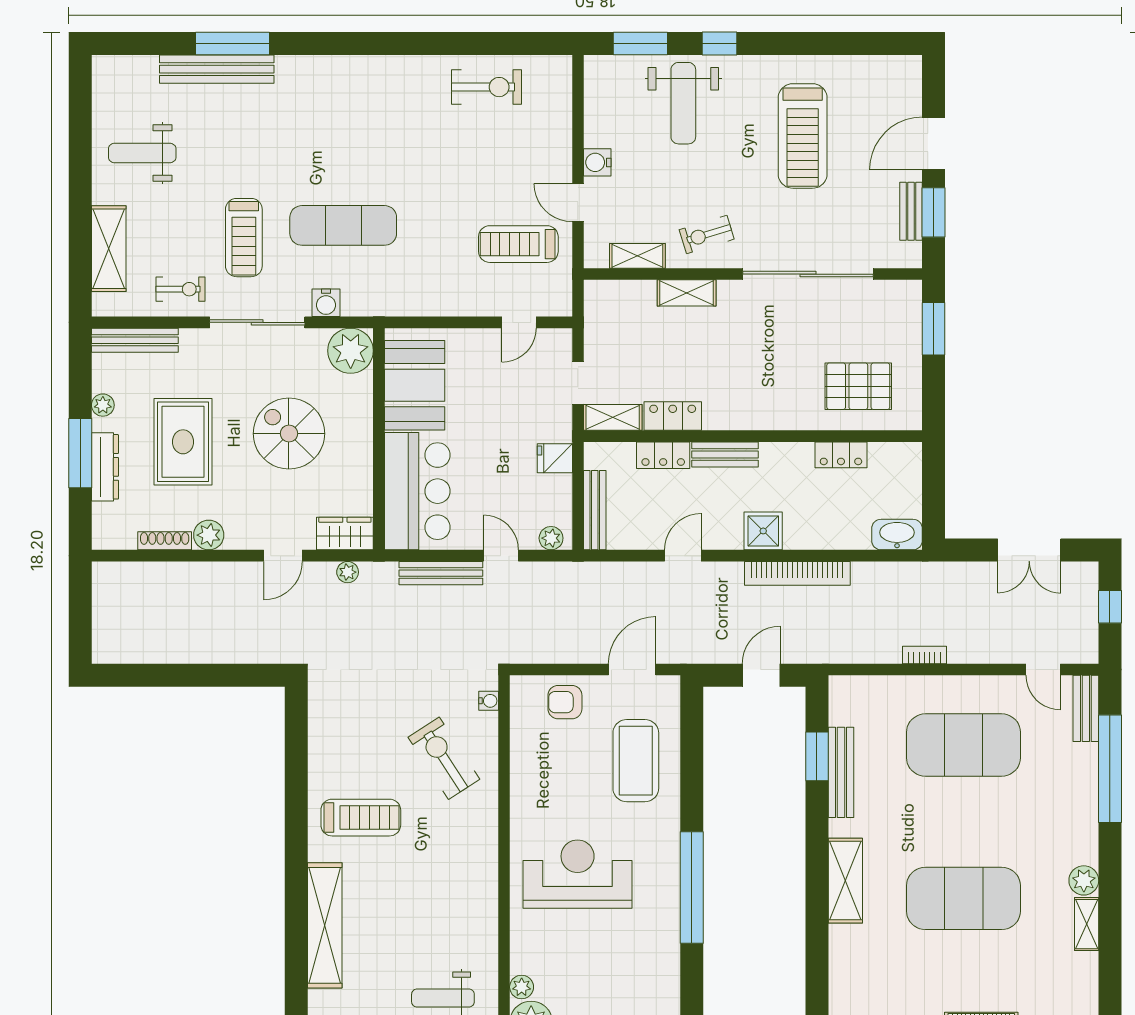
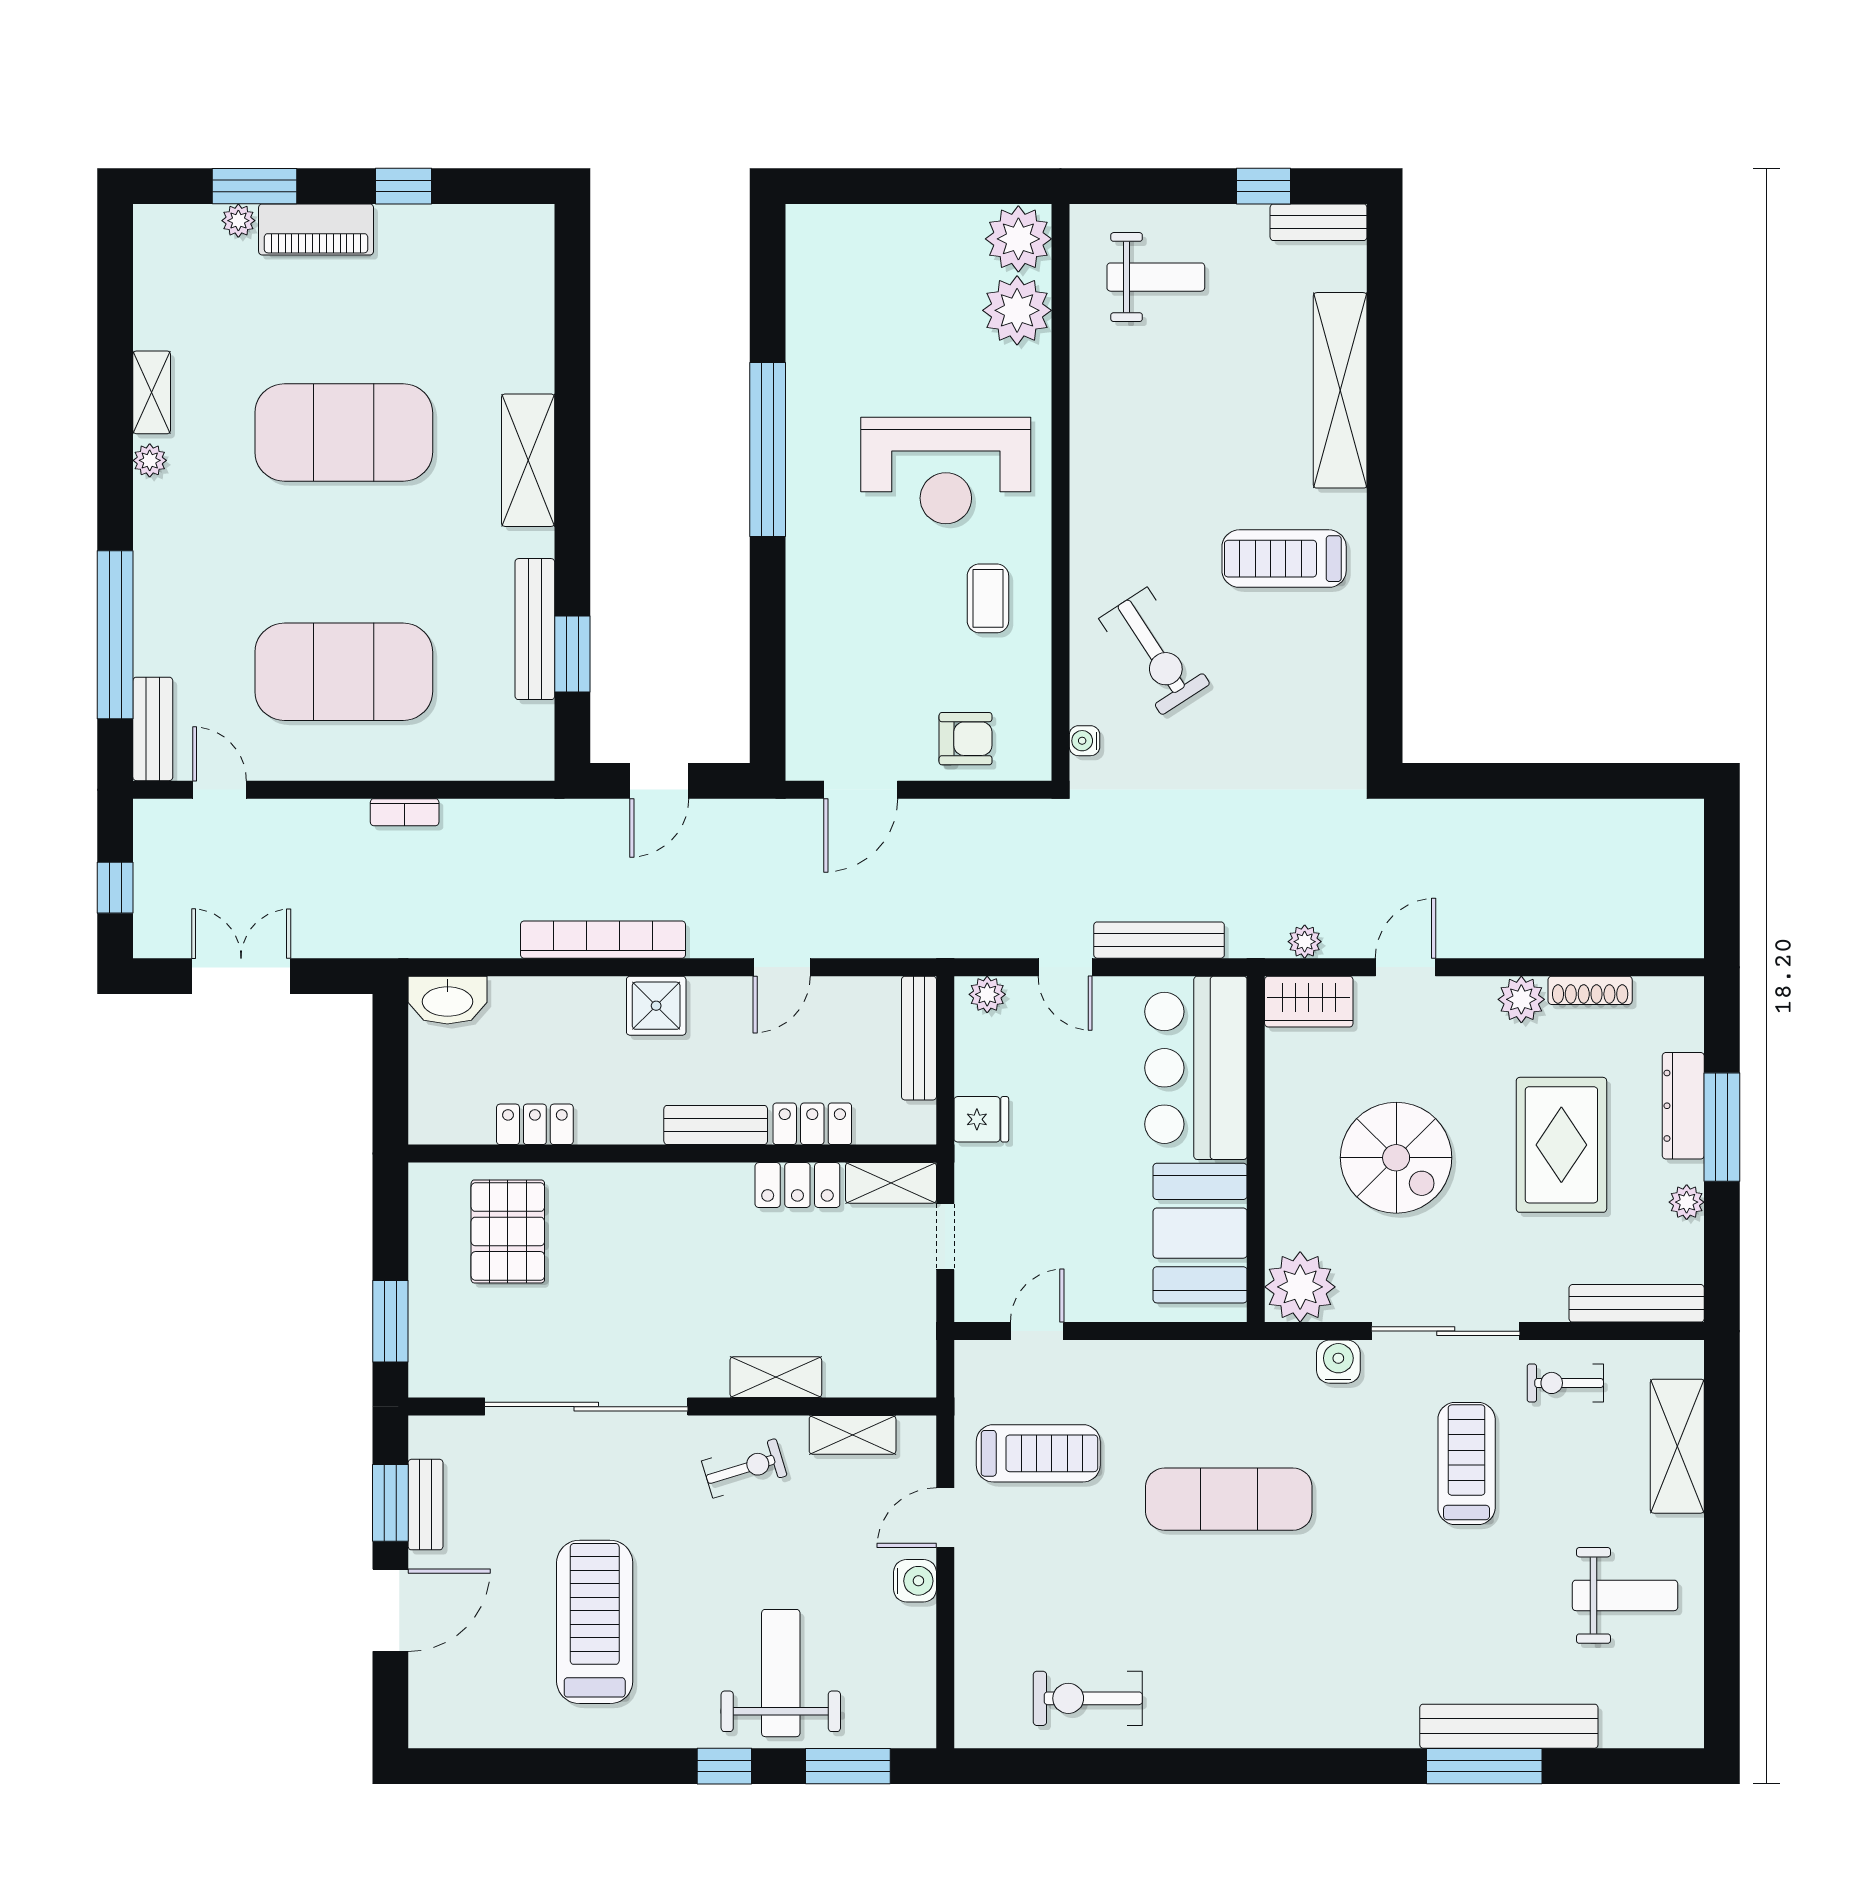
door: (578, 203) -> (945, 1518), swing flipped
exercise mat: (343, 225) -> (1229, 1499), moved
pallet: (858, 386) -> (508, 1231), turned 90
coffee table: (636, 761) -> (988, 598), moved, width x0.54, depth x0.58
plant: (1084, 880) -> (150, 460), width x0.73, depth x0.73
plant: (522, 987) -> (1017, 310), width x1.87, depth x1.87

